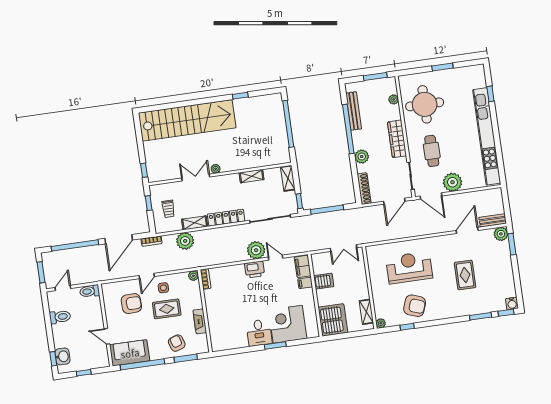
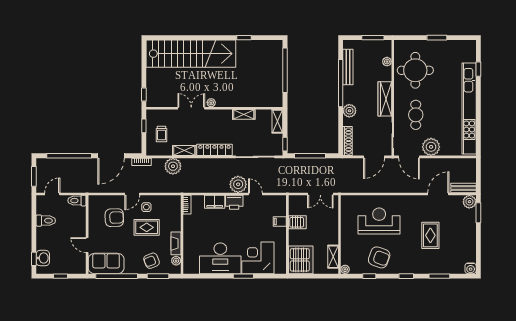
filing cabinet: (303, 266) -> (215, 202), moved, turned -90
plant: (193, 276) -> (176, 261), moved
window: (506, 313) -> (406, 276), moved
desk: (259, 333) -> (220, 258), width x1.87, depth x1.30
armchair: (177, 343) -> (151, 261), turned -94

